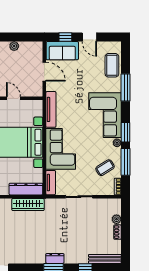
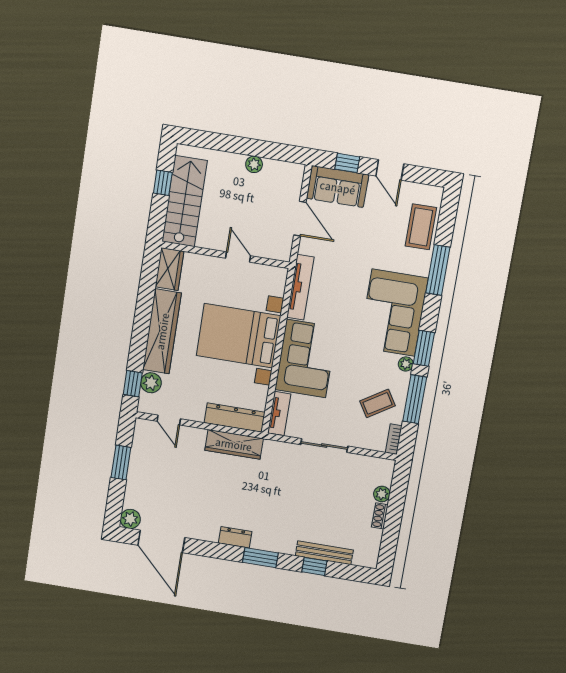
dresser: (55, 258) -> (235, 537), moved
bench: (105, 259) -> (324, 553), moved

